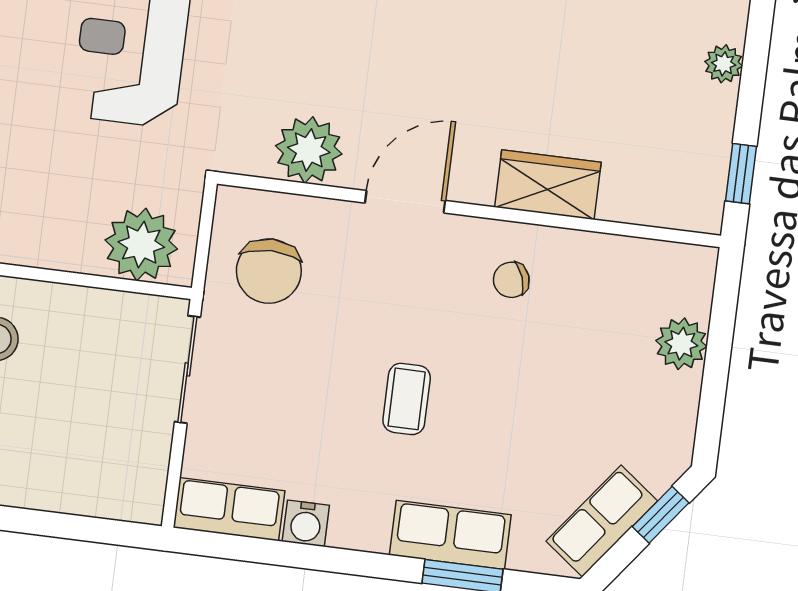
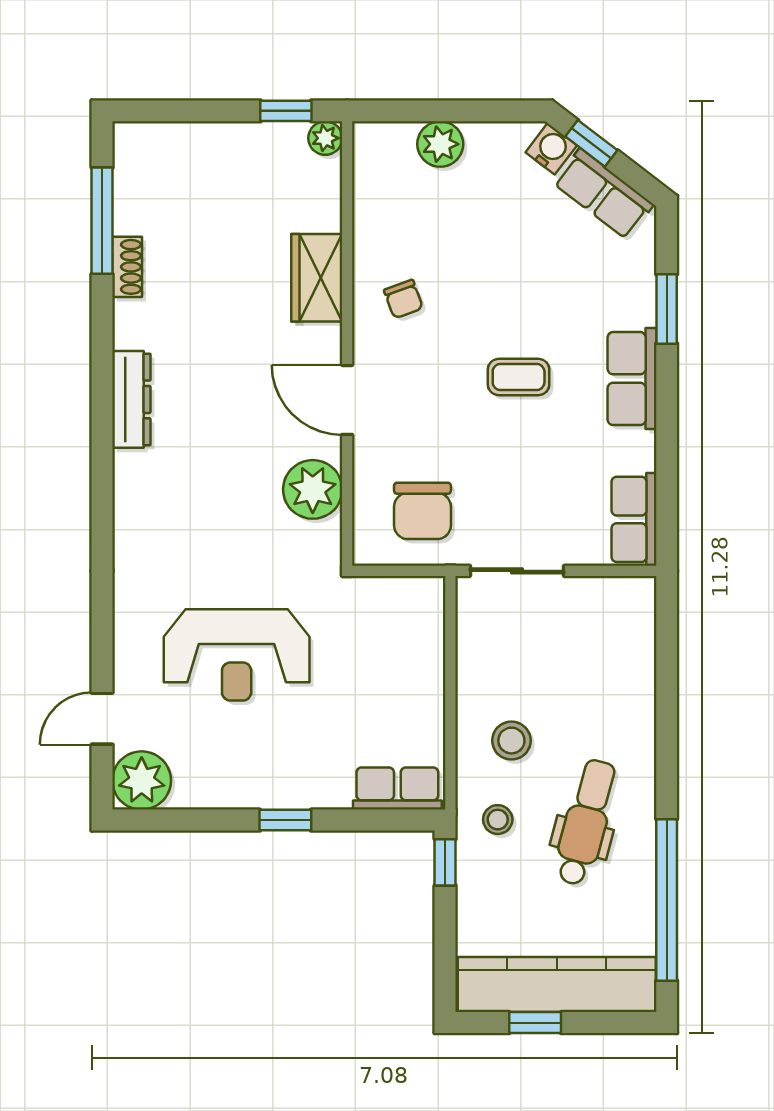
plant: (724, 64) -> (325, 138), moved
plant: (141, 244) -> (413, 625), removed
chair: (269, 271) -> (422, 511), turned 90
water cooler: (306, 523) -> (551, 149), moved, turned -53
row of seats: (450, 535) -> (632, 379), moved

